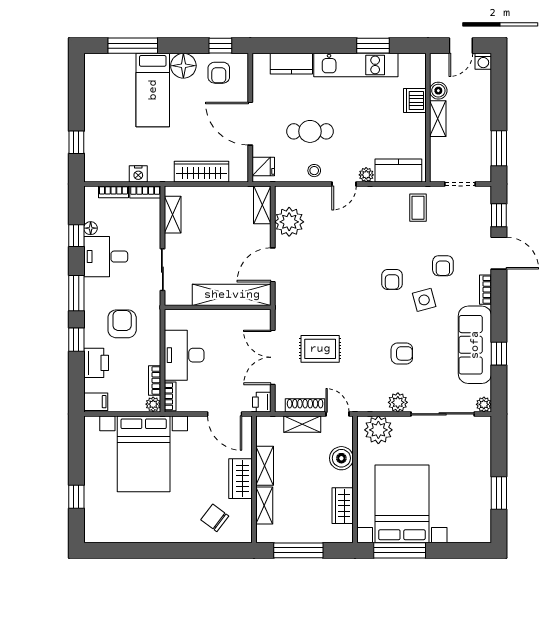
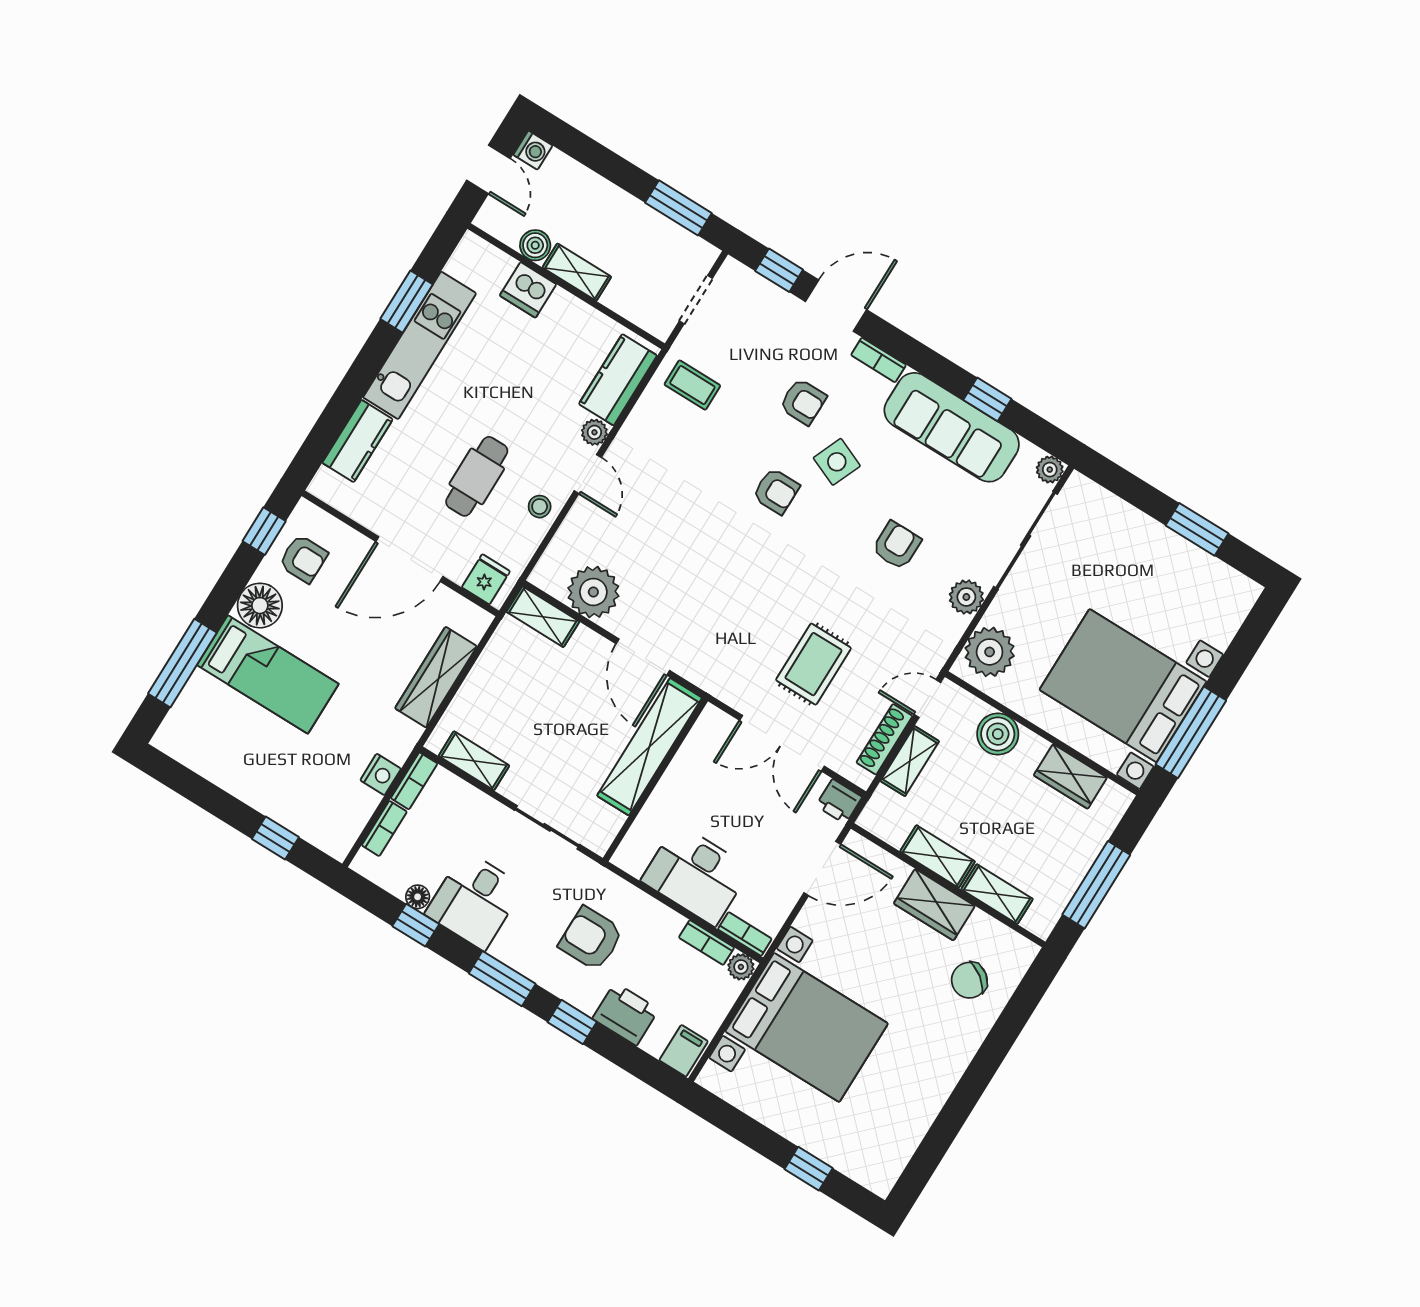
side table: (424, 300) -> (837, 462), turned 38

